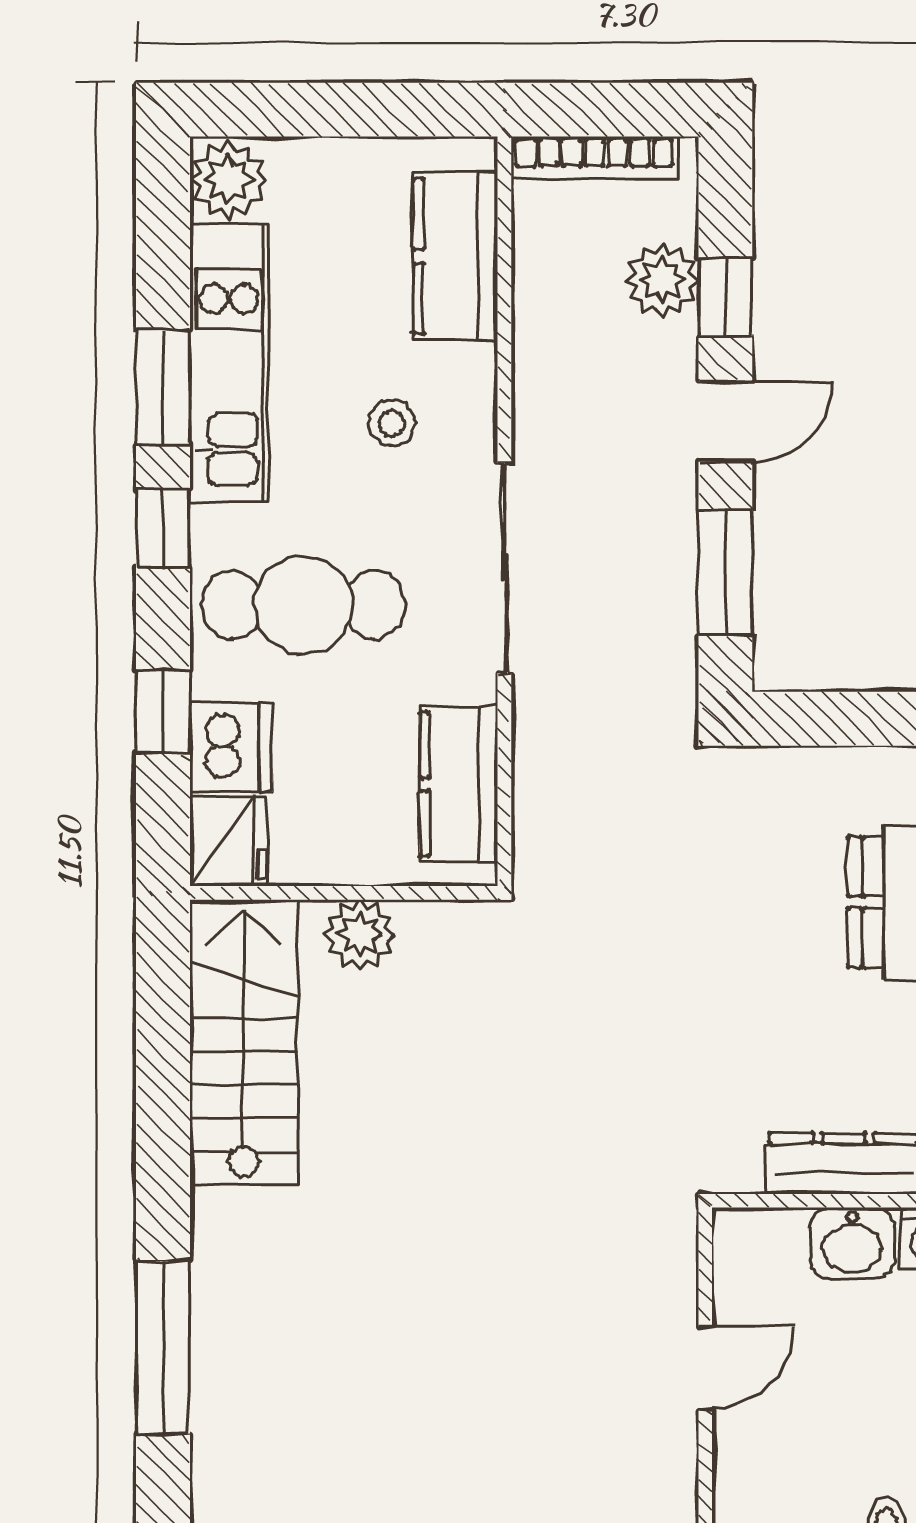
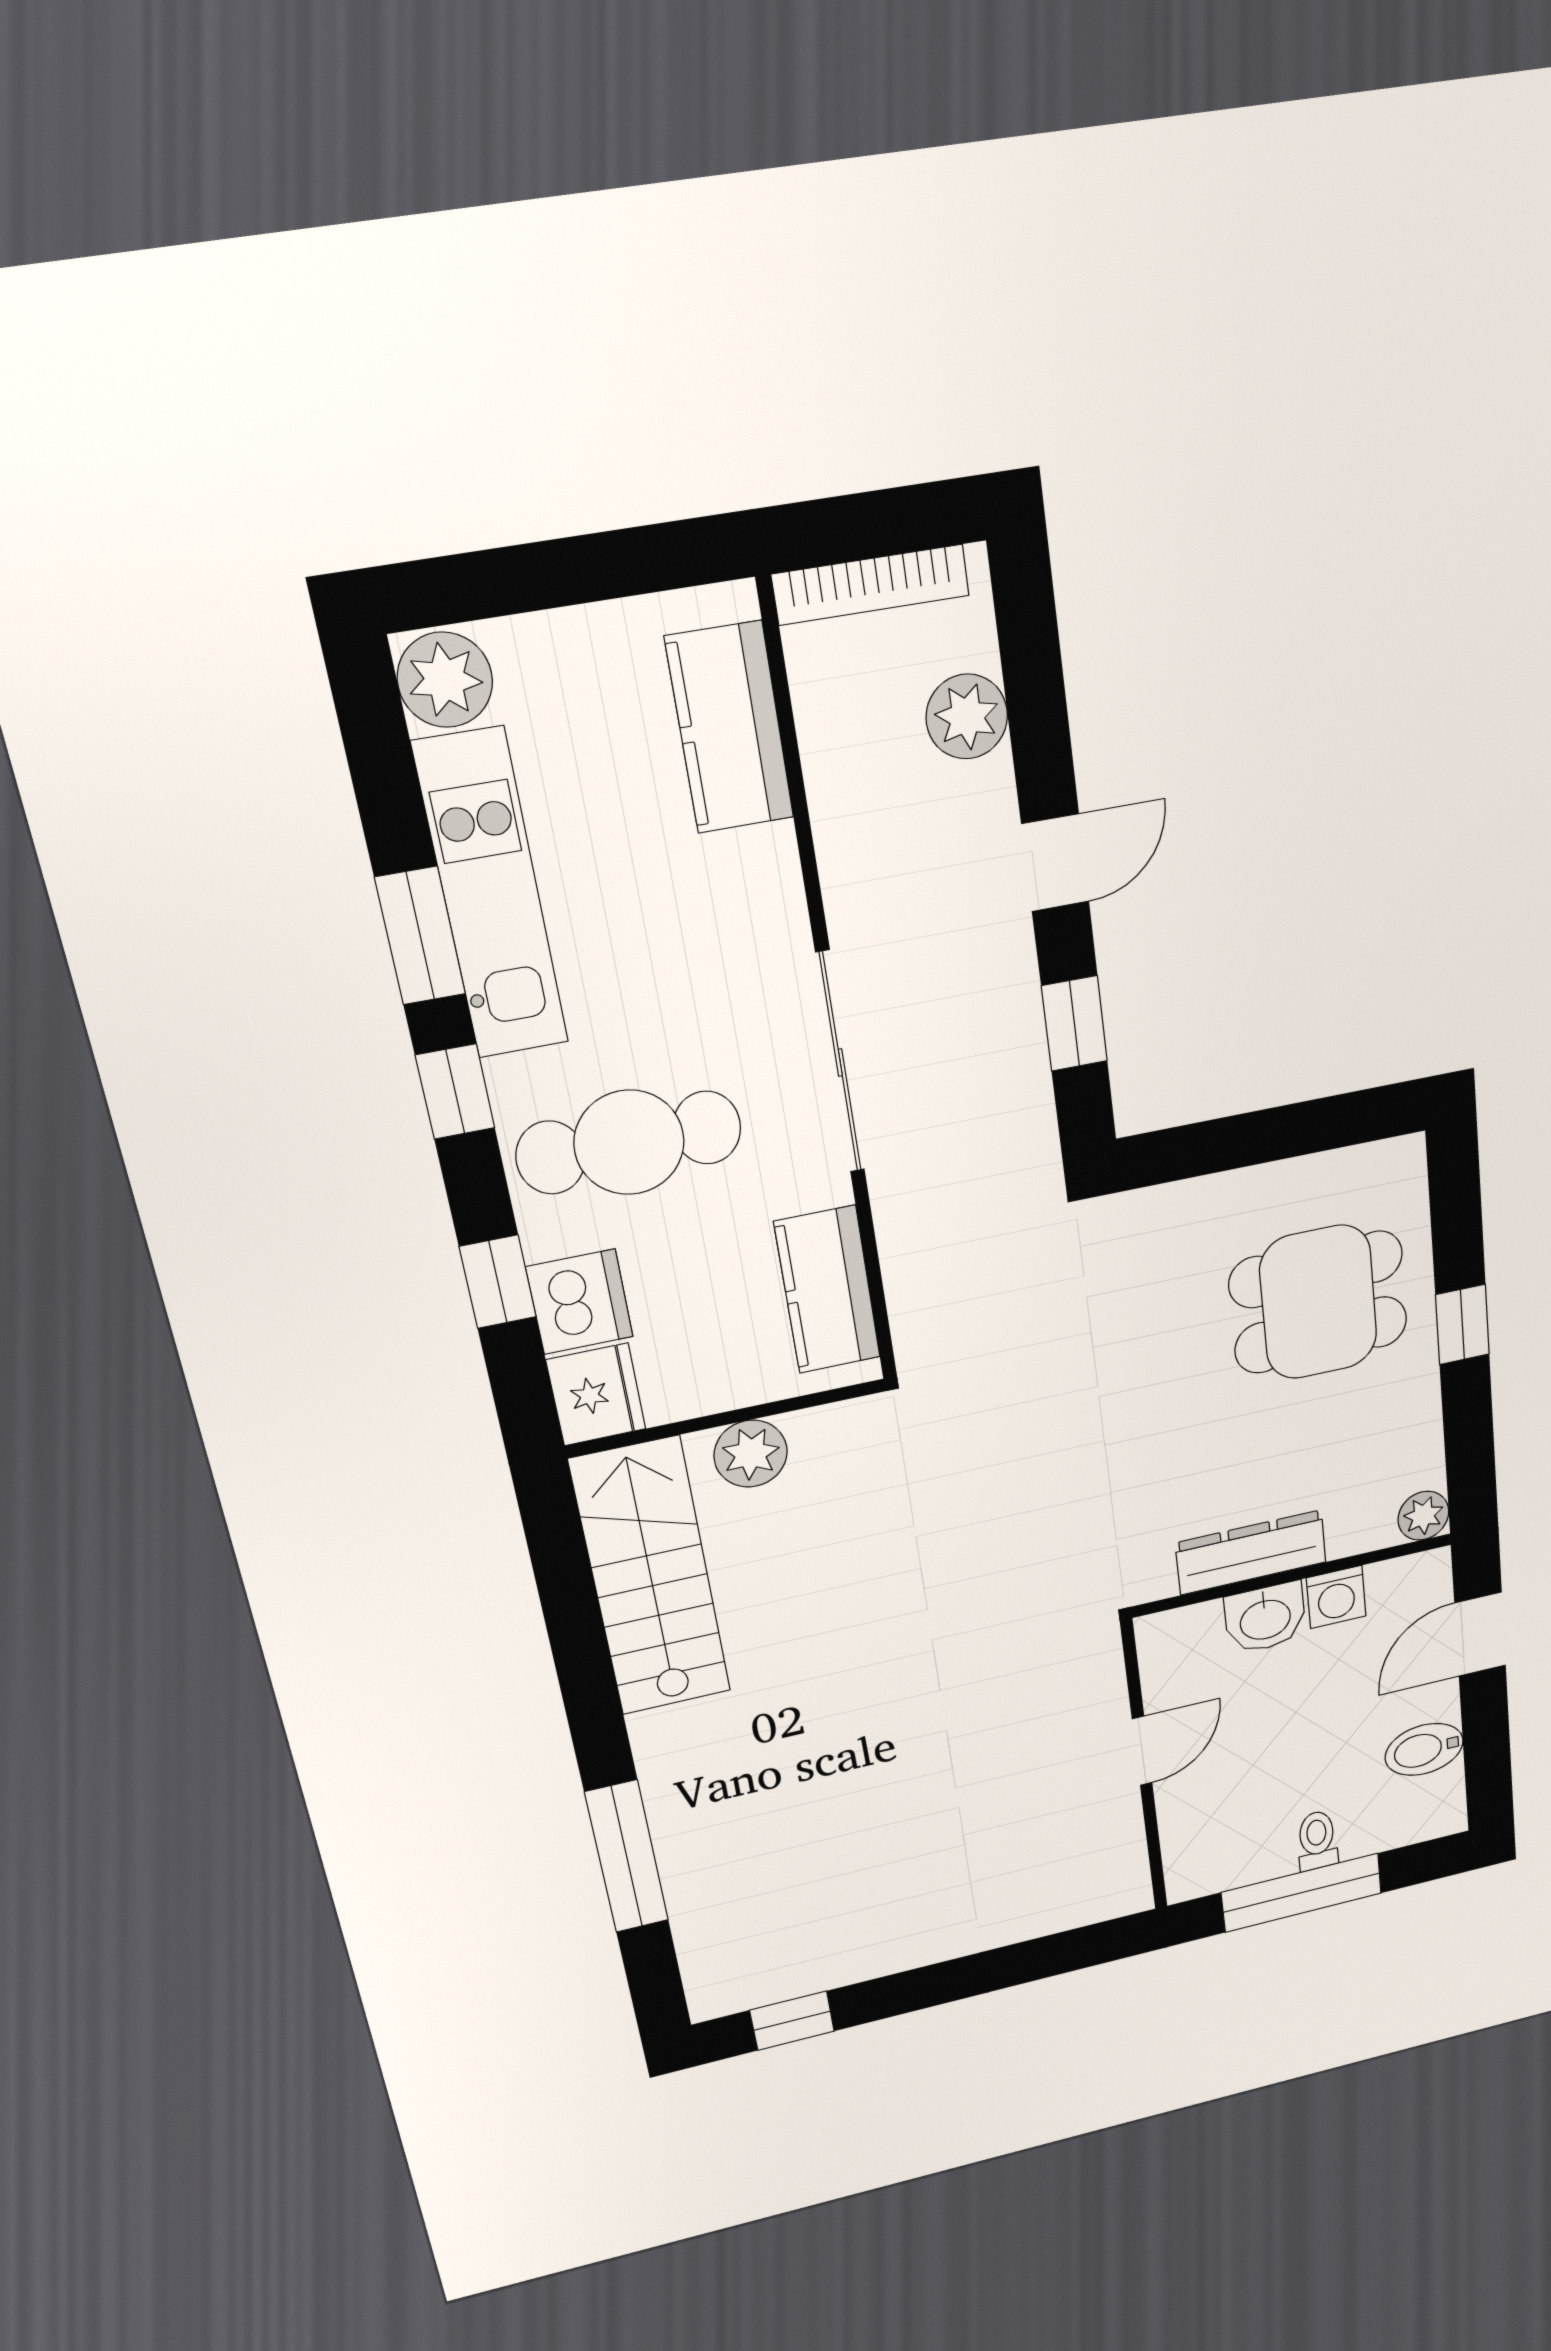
window: (725, 297) -> (1039, 725), removed
stool: (392, 423) -> (691, 930), removed
window: (725, 573) -> (1074, 1024), width x0.67

